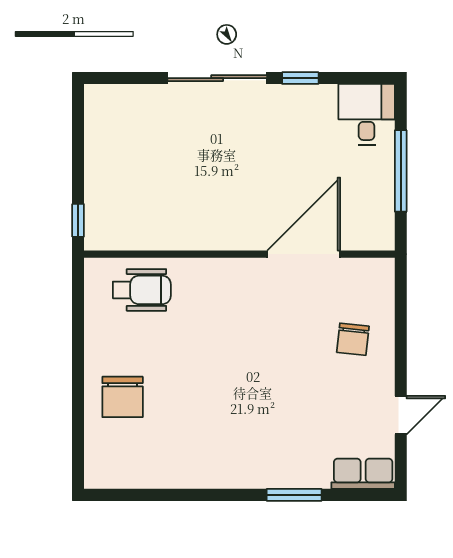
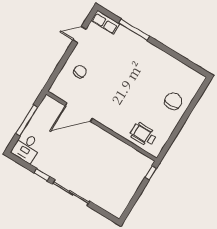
window: (294, 495) -> (134, 30), width x1.44

